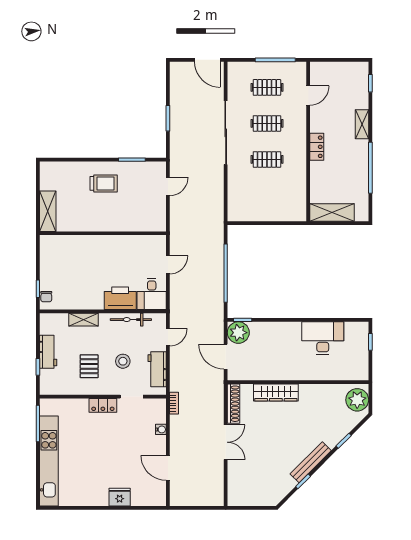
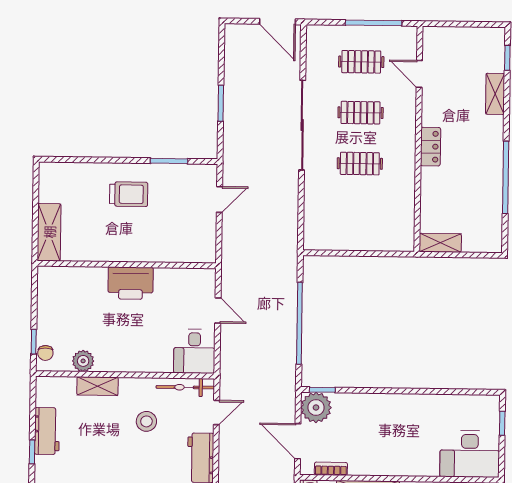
door: (308, 95) -> (419, 74), swing flipped
shelving: (362, 124) -> (495, 94), moved
shelving: (332, 213) -> (440, 243), width x0.67, depth x0.75
door: (168, 265) -> (218, 310), hinge flipped
printer: (120, 298) -> (131, 283), moved, turned 180
plant: (73, 302) -> (83, 361), added
bicycle: (131, 320) -> (185, 387), moved
desk: (323, 338) -> (470, 454), moved, turned 180
stool: (123, 361) -> (146, 421), moved
pallet: (89, 366) -> (105, 452), removed
bookcase: (249, 376) -> (331, 469), added

